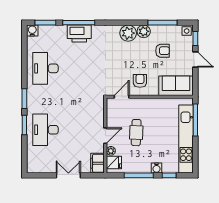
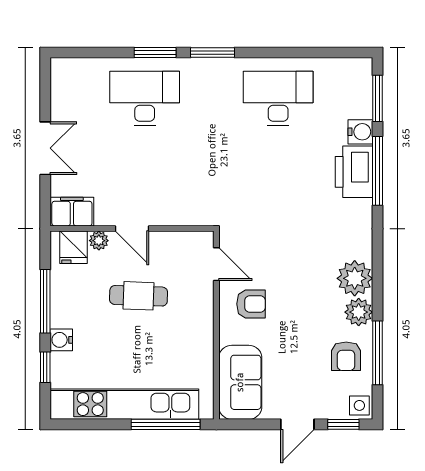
water cooler: (32, 31) -> (360, 132), moved
armchair: (163, 51) -> (346, 356), moved

